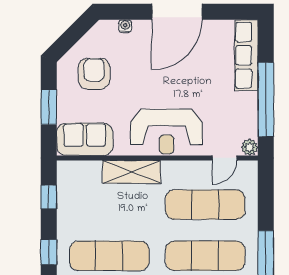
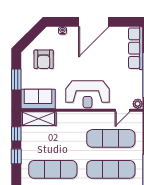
armchair: (94, 74) -> (44, 59), turned 180
shelving: (132, 172) -> (38, 119), moved
window: (49, 252) -> (16, 156), moved

